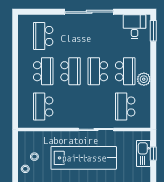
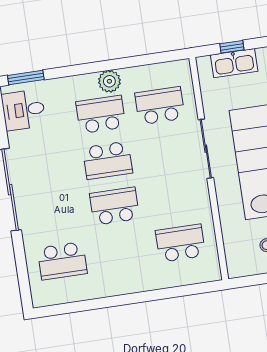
school desk: (43, 71) -> (121, 252), removed
school desk: (43, 106) -> (180, 243), turned 180
school desk: (125, 106) -> (160, 106), turned 180

